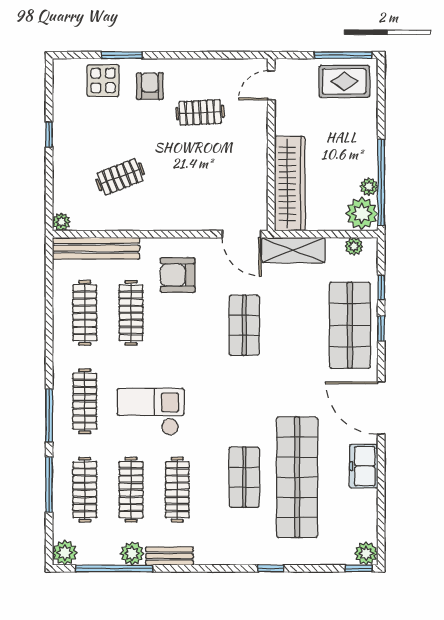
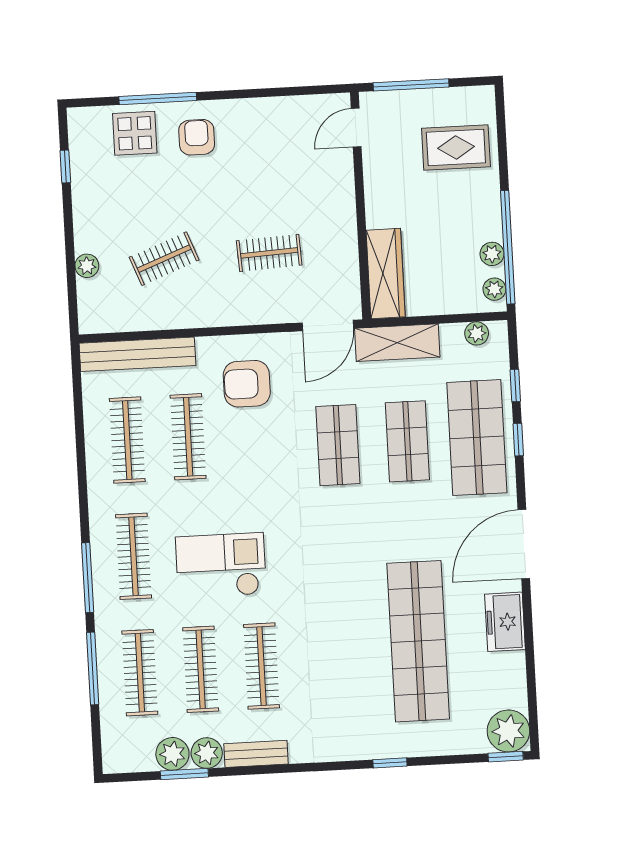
window: (122, 55) -> (158, 99), width x1.44
window: (343, 55) -> (411, 85), moved
rug: (344, 81) -> (456, 147), moved
clothes rail: (200, 112) -> (269, 253), moved
window: (49, 134) -> (65, 167), moved
wardrobe: (290, 184) -> (386, 273), width x0.71, depth x0.85
plant: (362, 213) -> (494, 289), width x0.53, depth x0.53
plant: (61, 222) -> (87, 266), moved
door: (241, 234) -> (328, 325), hinge flipped
door: (381, 408) -> (524, 544), hinge flipped
shop shelf: (244, 477) -> (407, 441), moved
plant: (65, 553) -> (172, 754), moved
plant: (366, 553) -> (508, 731), width x1.36, depth x1.36
window: (114, 568) -> (184, 774), width x0.47

